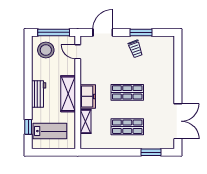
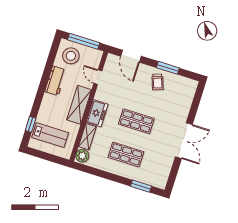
door: (103, 32) -> (131, 56), swing flipped
door: (78, 52) -> (98, 77), moved
workbench: (39, 94) -> (55, 81), moved
double door: (178, 121) -> (184, 141), moved
plant: (86, 141) -> (82, 156), added

